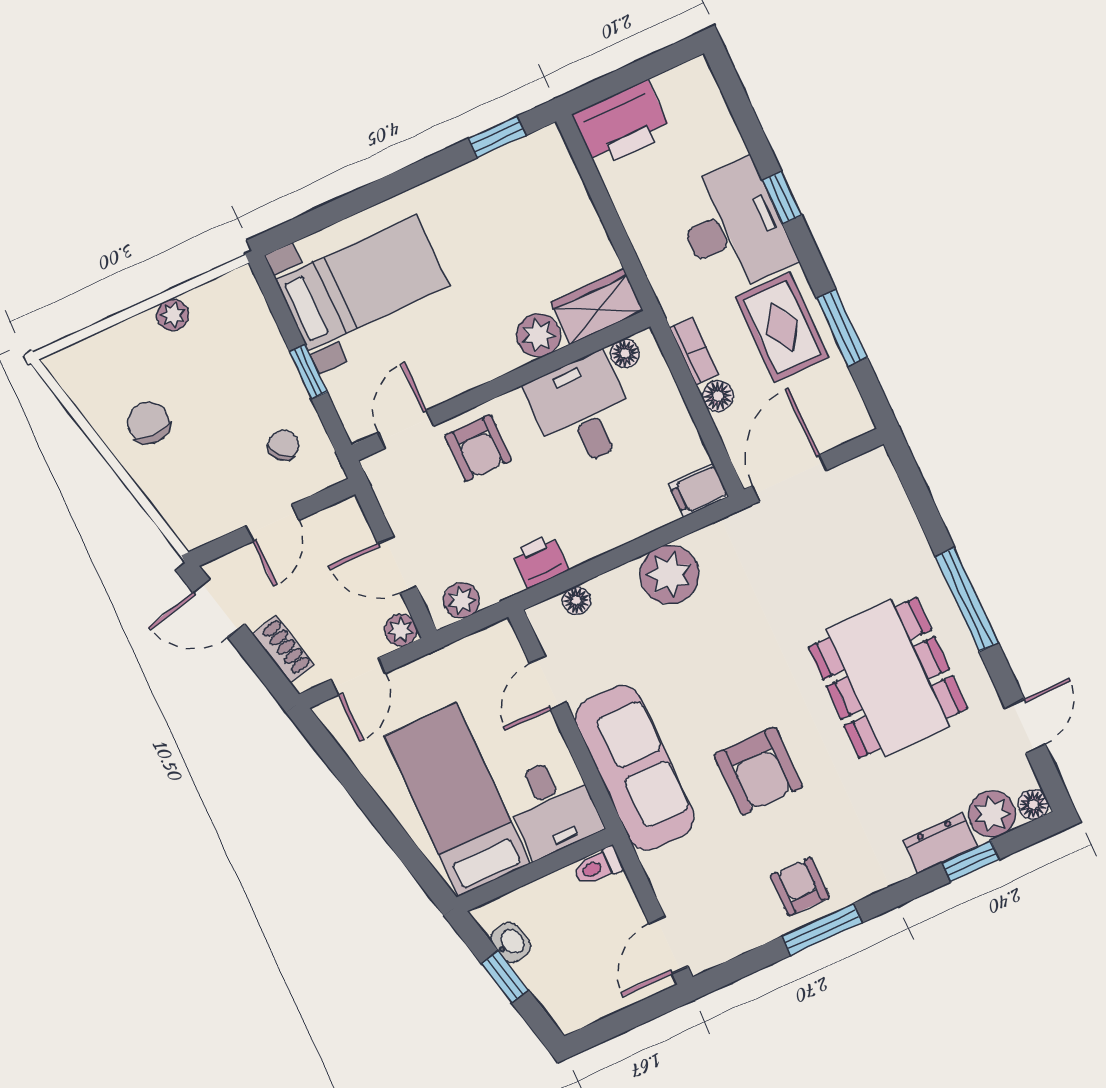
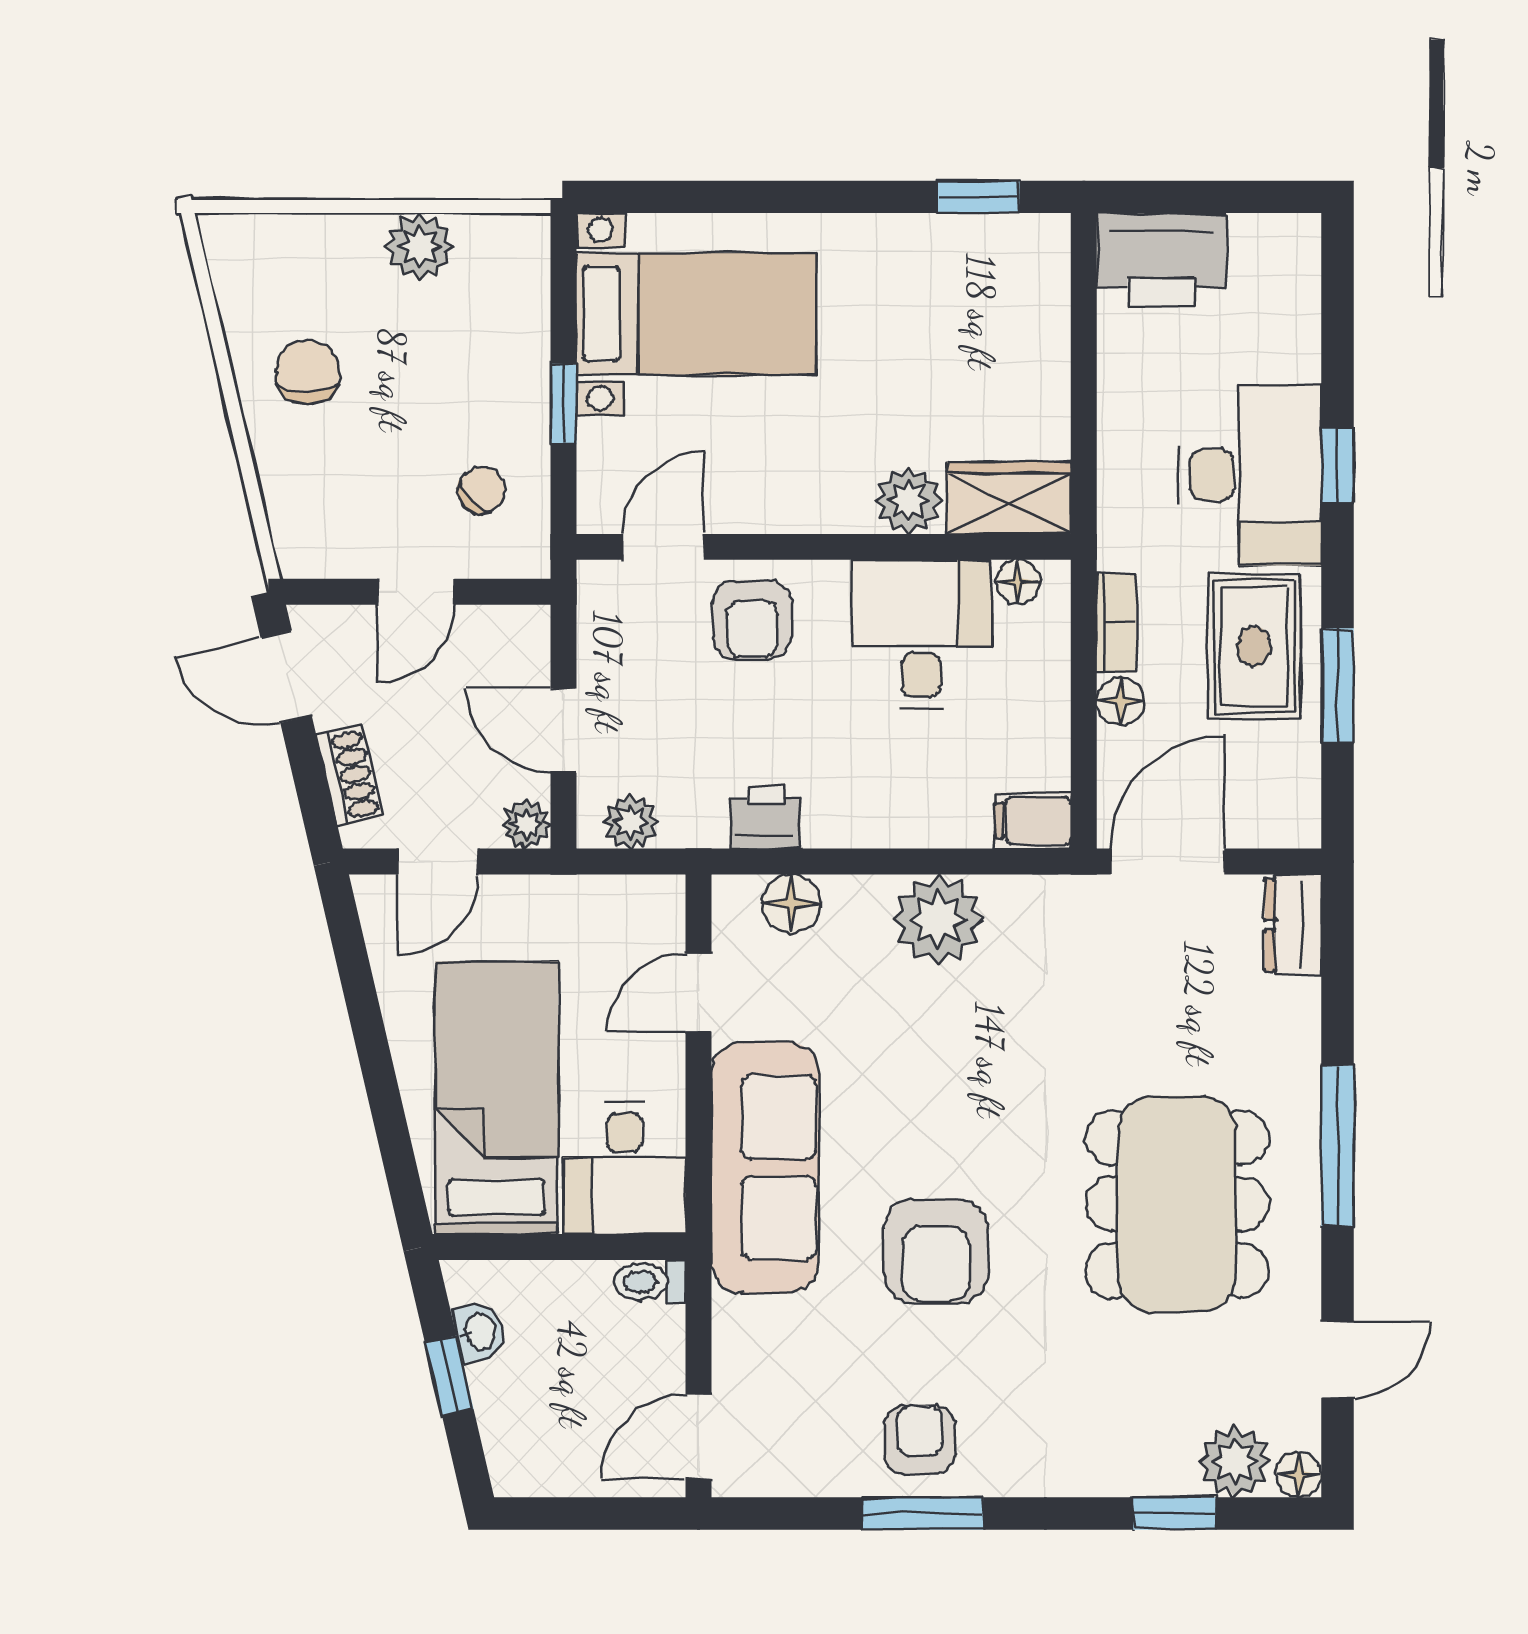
plant: (173, 315) -> (420, 246), width x1.38, depth x1.38
floor lamp: (576, 600) -> (791, 904), width x1.37, depth x1.37
dresser: (940, 843) -> (1293, 925), moved, turned -90

